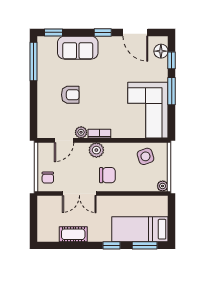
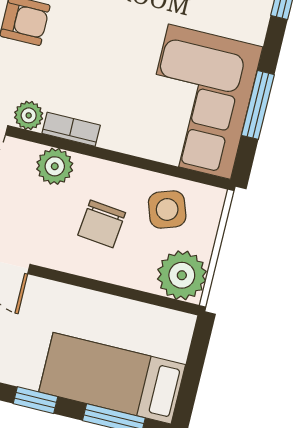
window: (172, 91) -> (258, 105), moved
chair: (107, 175) -> (102, 224), moved, turned 96
plant: (163, 186) -> (182, 275), width x1.88, depth x1.88

